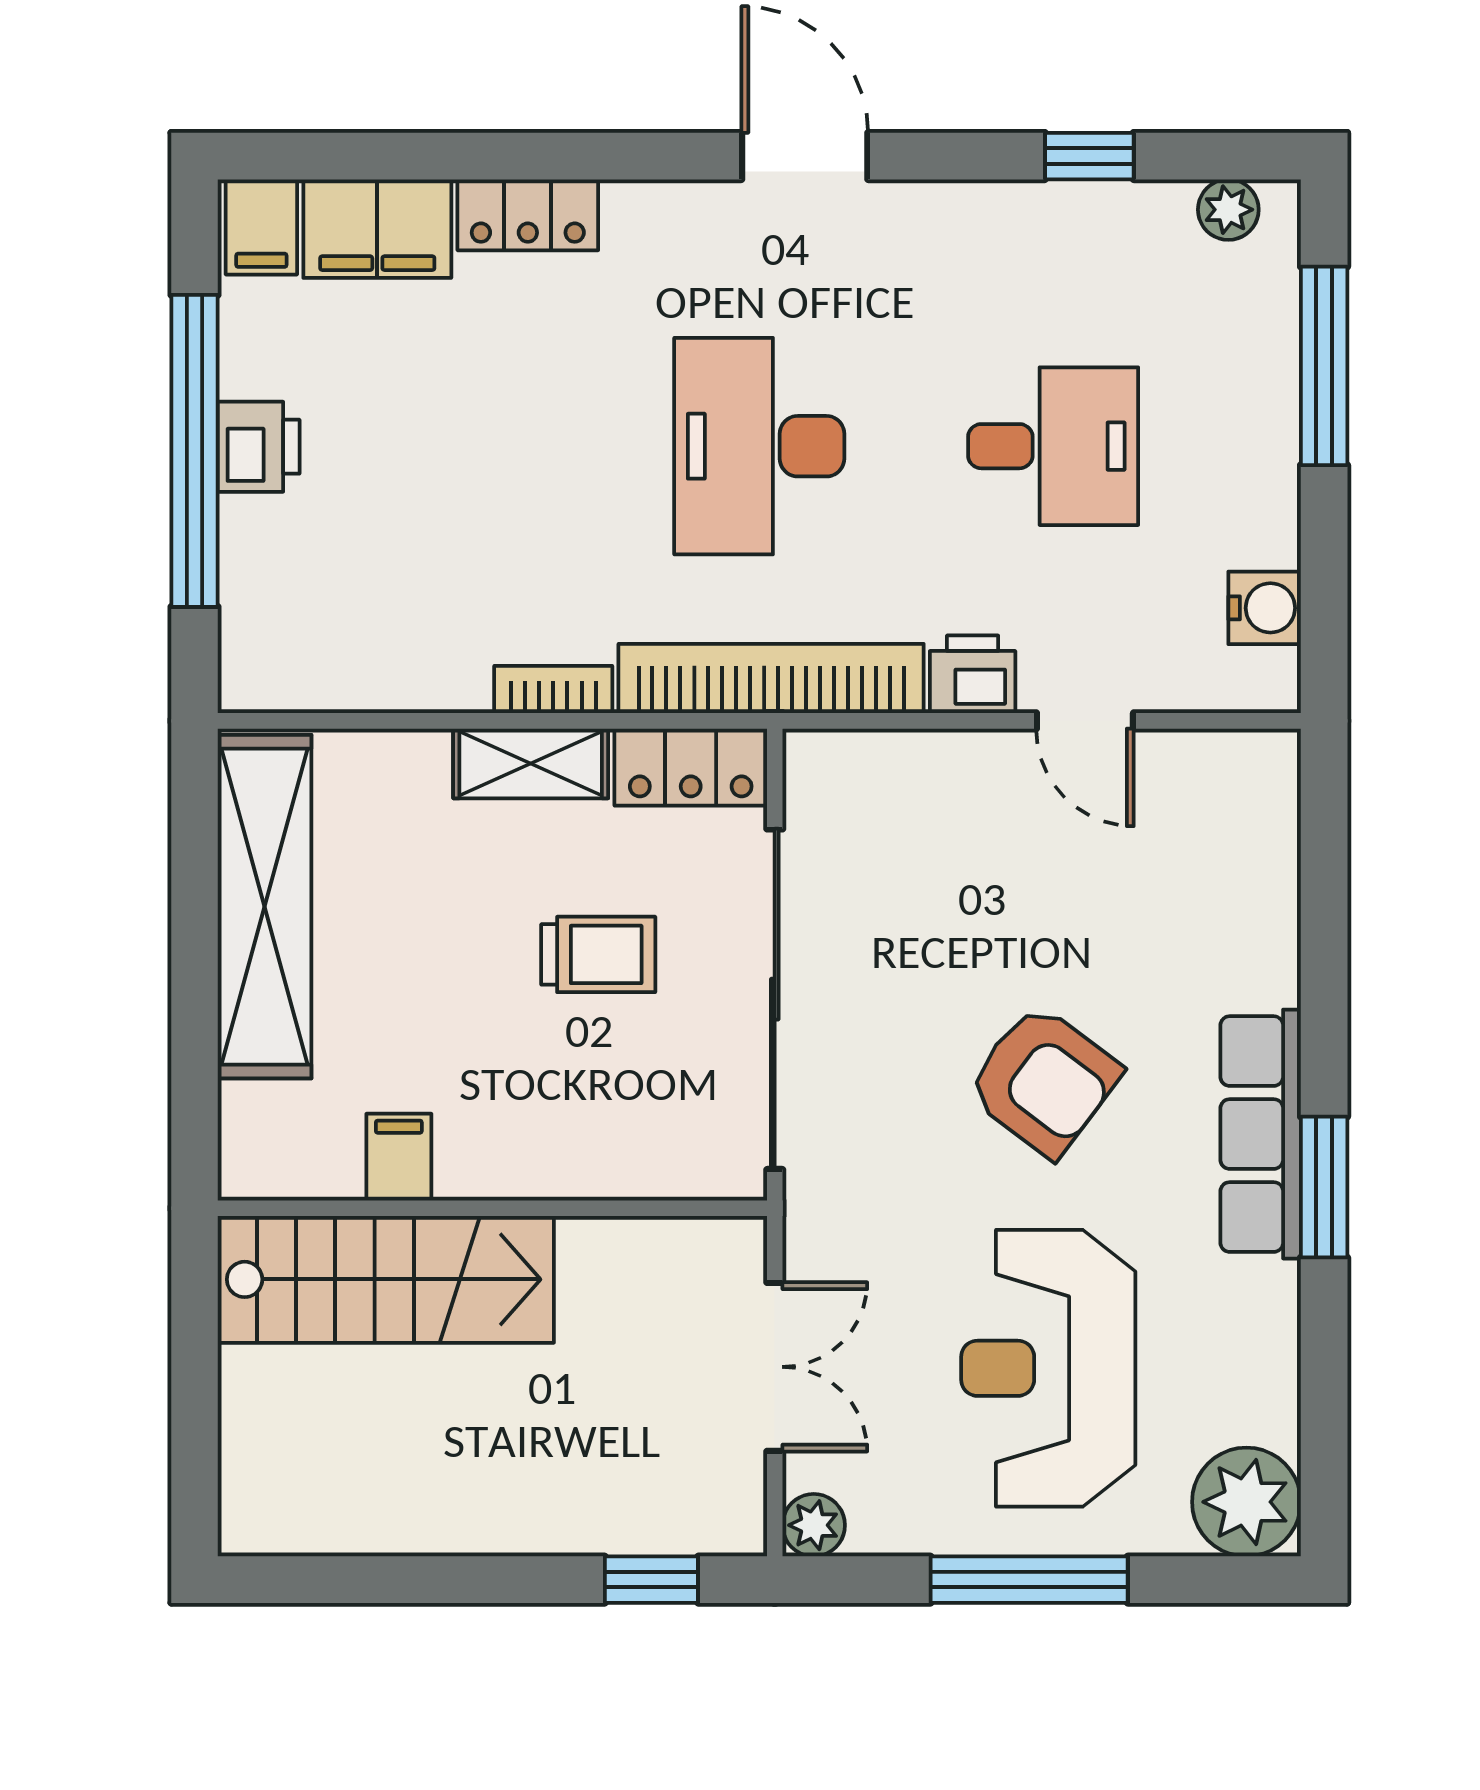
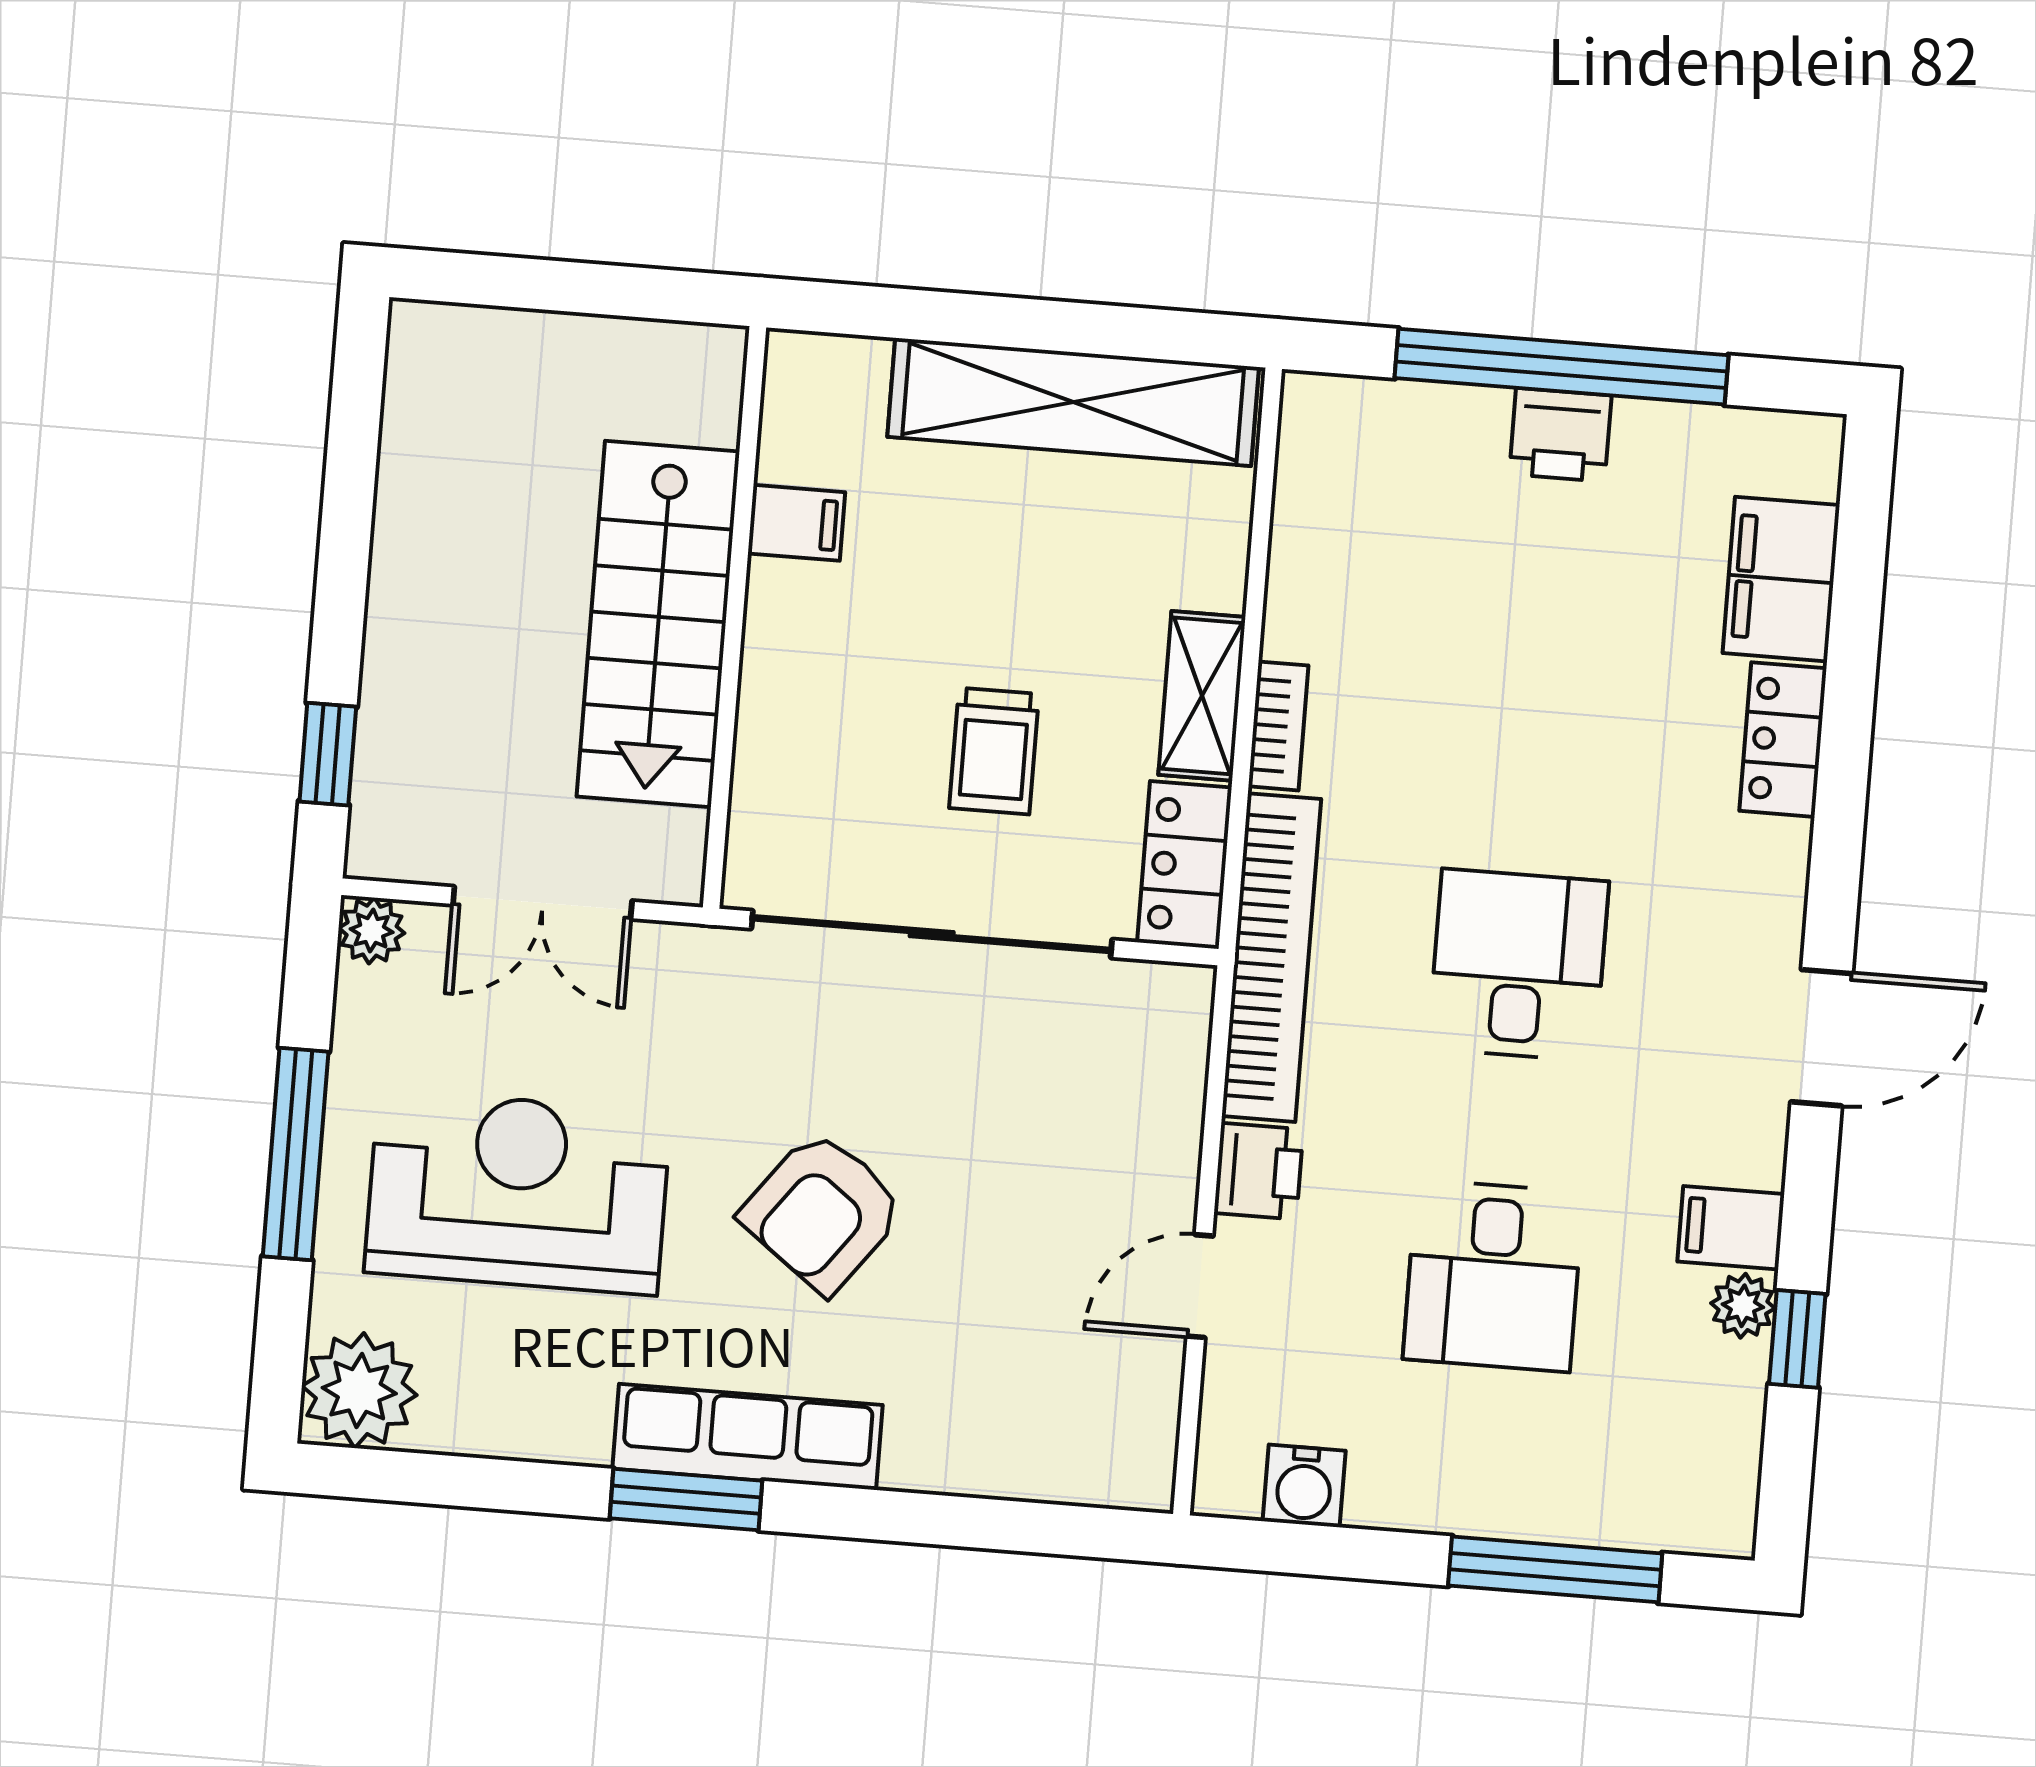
plant: (1228, 210) -> (1743, 1306), moved
filing cabinet: (261, 227) -> (1731, 1228), moved
desk: (759, 446) -> (1518, 965), width x0.73
stairs: (386, 1279) -> (658, 624), moved

